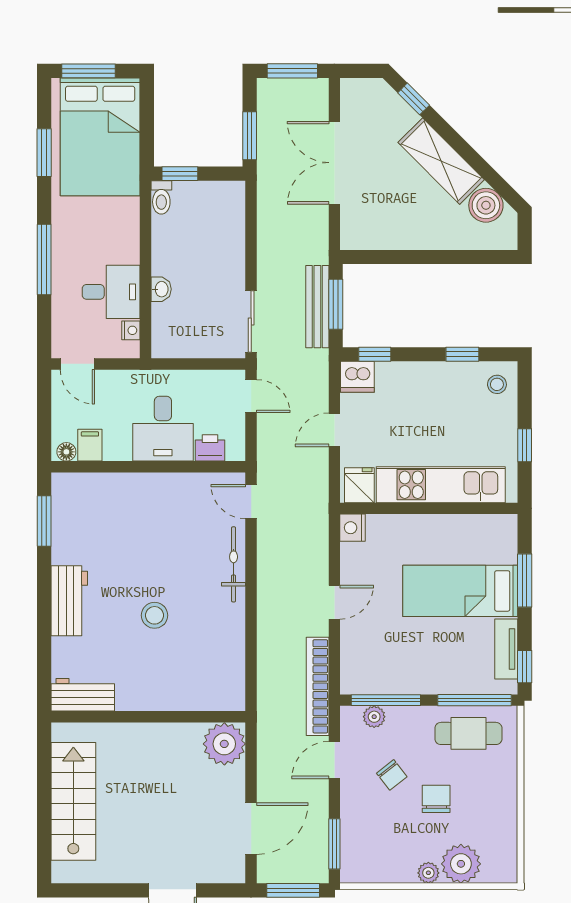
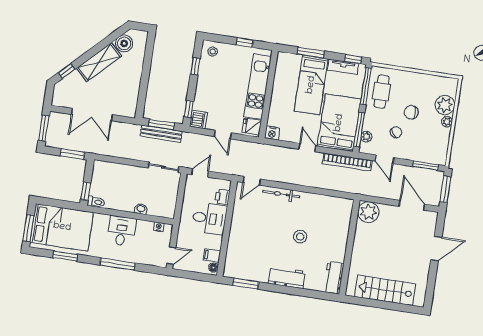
desk: (111, 292) -> (121, 231), moved
bed: (394, 658) -> (339, 123), added

